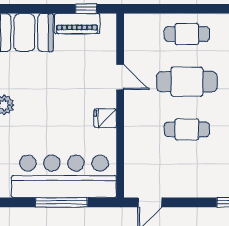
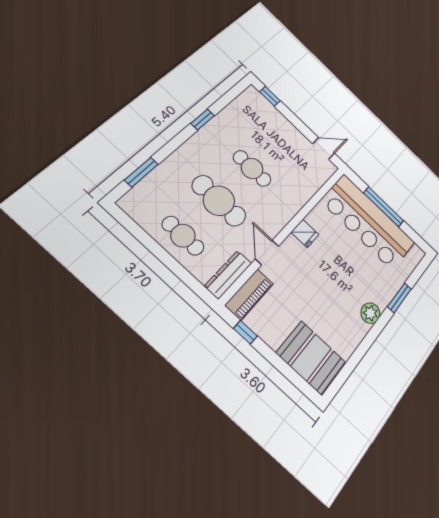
piano: (77, 24) -> (249, 294), moved, turned 90
dresser: (133, 36) -> (228, 275), added

